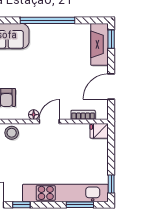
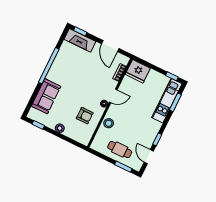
door: (49, 121) -> (113, 96), swing flipped
fridge: (99, 131) -> (138, 71), width x1.88, depth x1.34
kitchen unit: (65, 193) -> (167, 101), width x0.73

